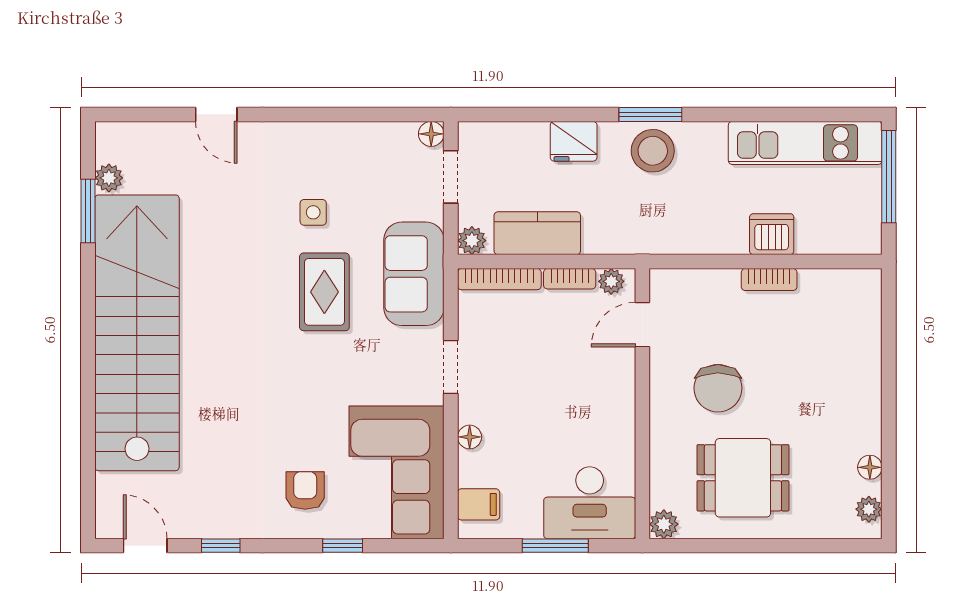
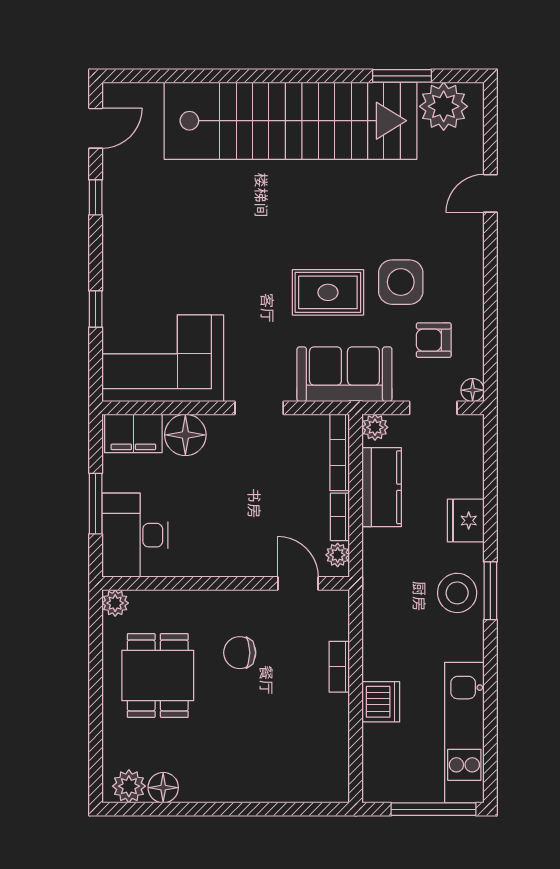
plant: (109, 178) -> (444, 106), width x1.87, depth x1.87
side table: (313, 212) -> (401, 282), width x1.87, depth x1.87
bookcase: (769, 280) -> (339, 667), moved
chair: (718, 388) -> (240, 653), width x0.73, depth x0.73
floor lamp: (470, 437) -> (185, 435), width x1.89, depth x1.89
floor lamp: (870, 467) -> (163, 788), width x1.37, depth x1.37
armchair: (305, 491) -> (434, 340), moved, turned 180
filing cabinet: (479, 504) -> (133, 433), width x2.00
plant: (869, 509) -> (129, 786), width x1.38, depth x1.38

